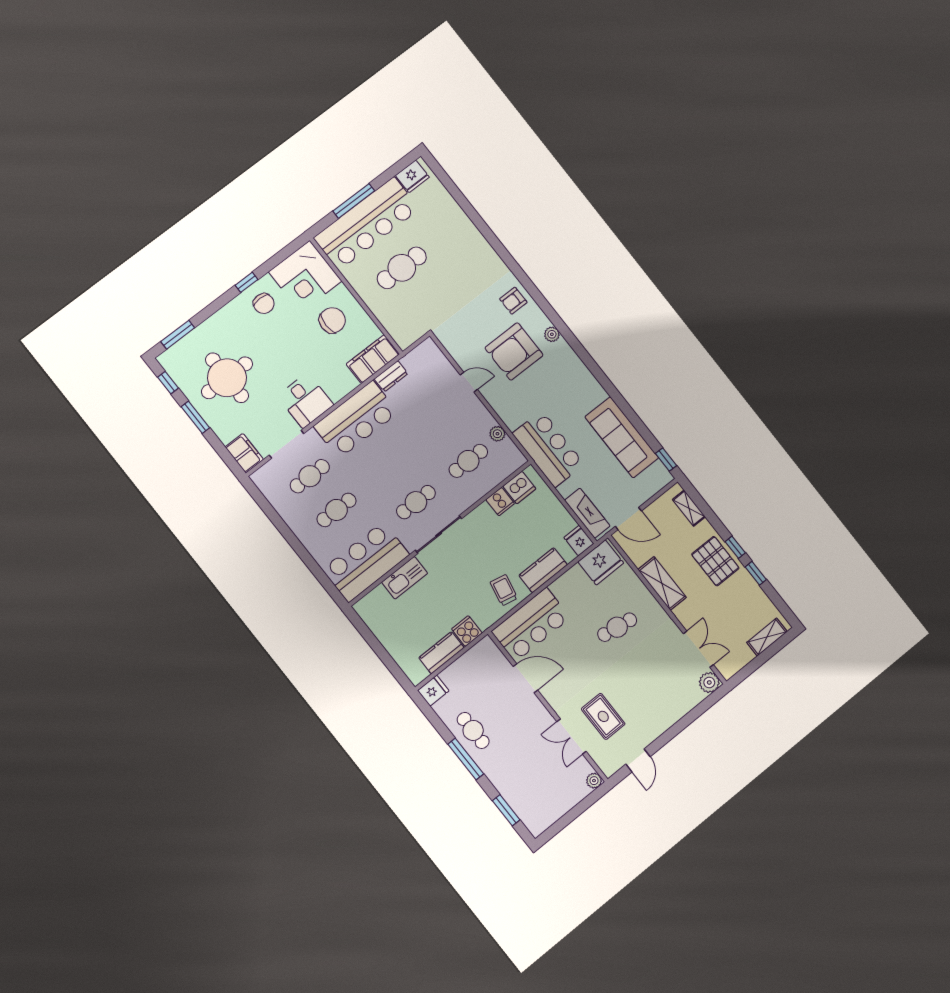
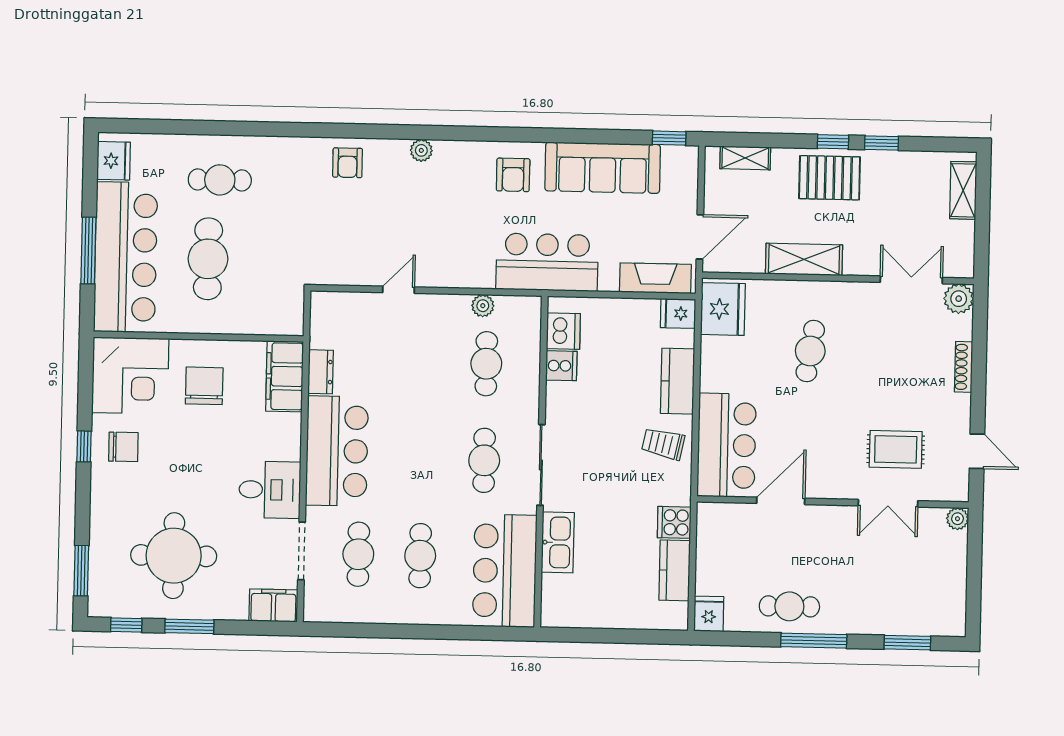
cafe table: (449, 241) -> (220, 180), added
armchair: (514, 351) -> (513, 175), moved, width x0.53, depth x0.53
shoe rack: (676, 716) -> (964, 367), added

